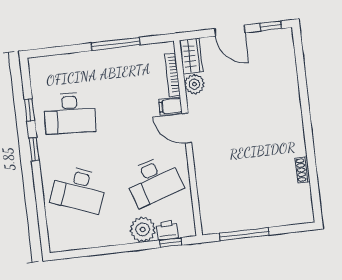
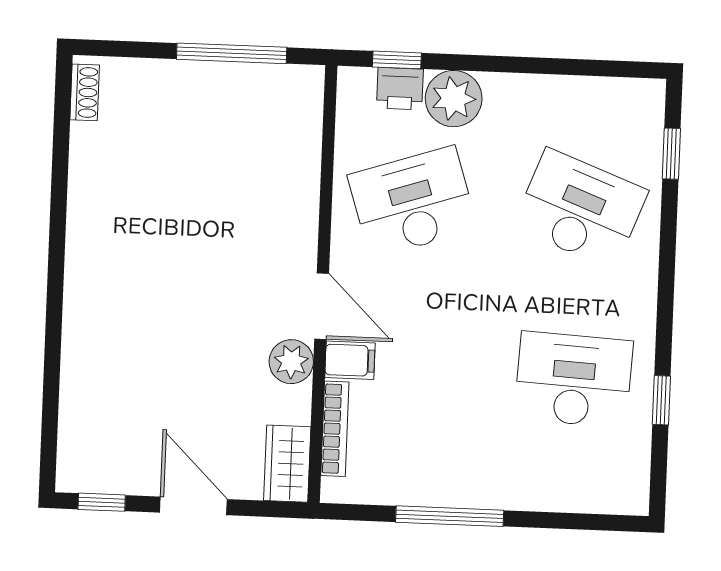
plant: (194, 84) -> (291, 362), moved
window: (34, 149) -> (671, 154), moved
shoe rack: (303, 170) -> (85, 92), moved

